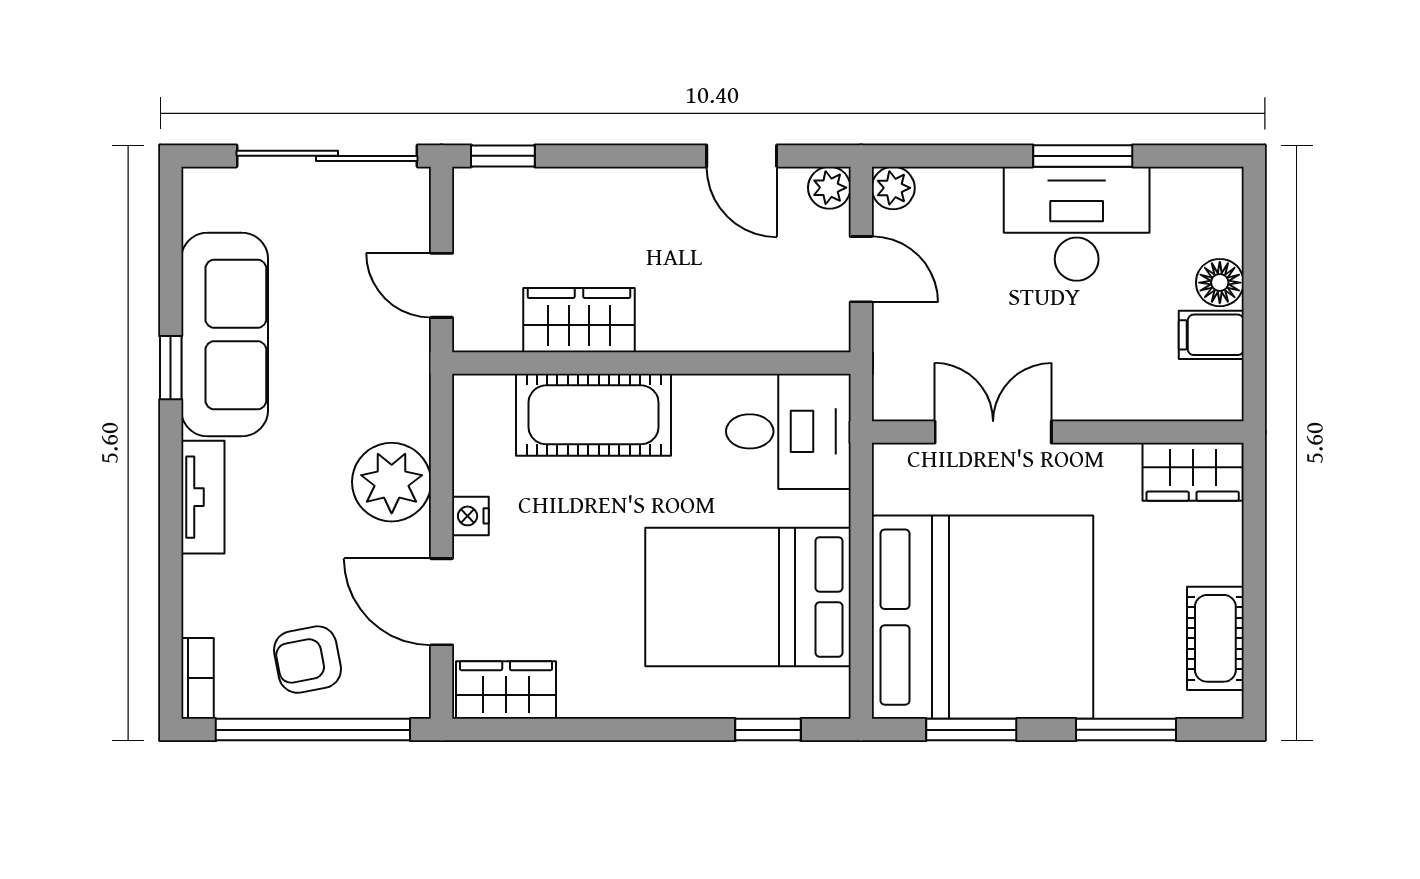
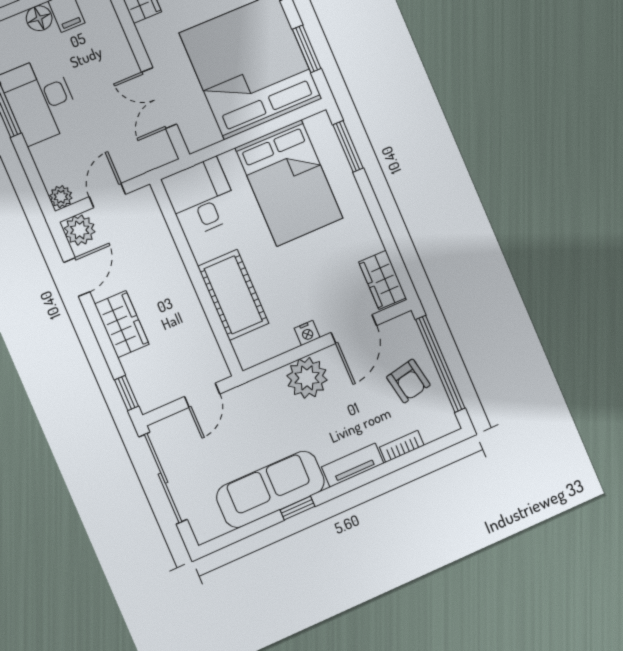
plant: (829, 188) -> (80, 230), width x1.38, depth x1.38
wardrobe: (579, 320) -> (122, 324), moved, turned 180
bookcase: (198, 678) -> (402, 446), moved
window: (768, 730) -> (348, 146), width x1.50

